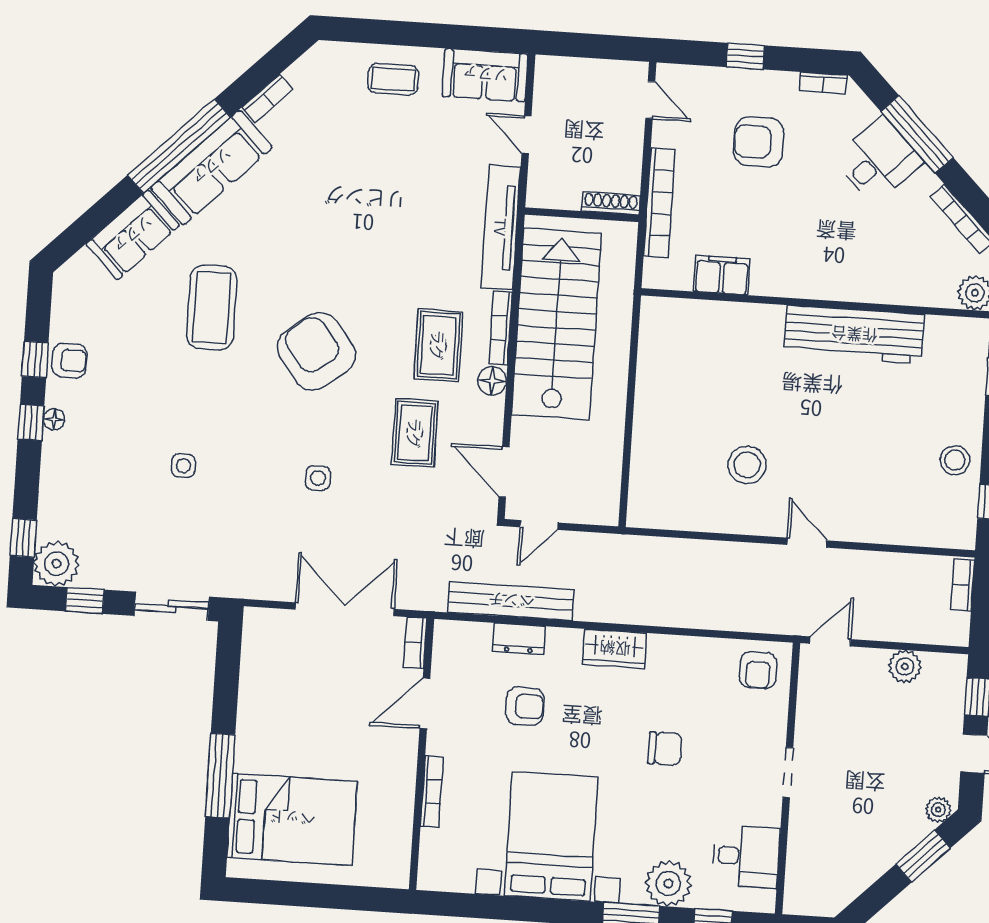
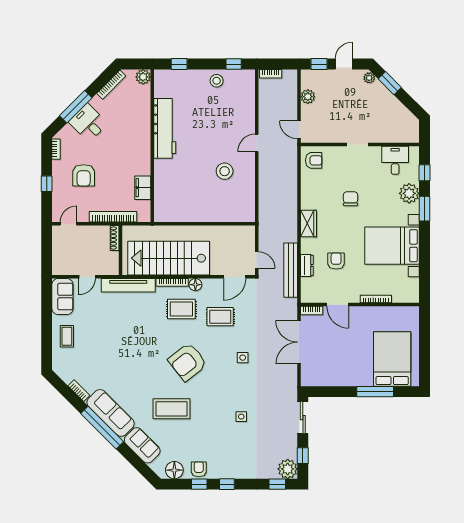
floor lamp: (54, 419) -> (174, 470), moved, width x1.89, depth x1.89

